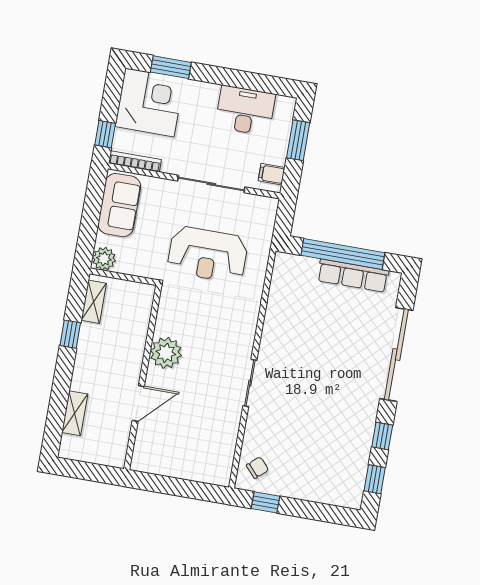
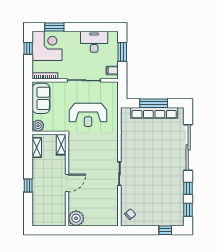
window: (105, 134) -> (28, 48), moved
window: (343, 254) -> (154, 103), width x0.68
row of seats: (353, 276) -> (154, 113), width x1.36
window: (70, 334) -> (28, 185), moved
plant: (166, 353) -> (76, 218), moved
door: (138, 403) -> (67, 183), moved
shelving: (75, 413) -> (61, 145), moved
window: (266, 502) -> (165, 230), moved

